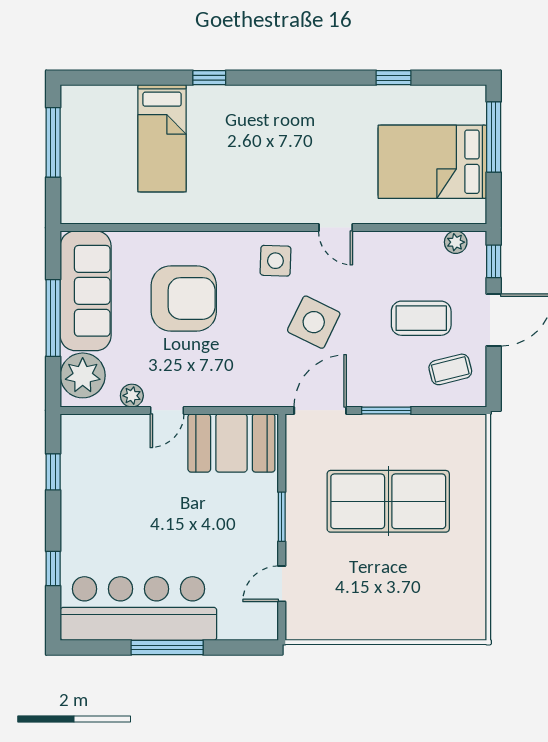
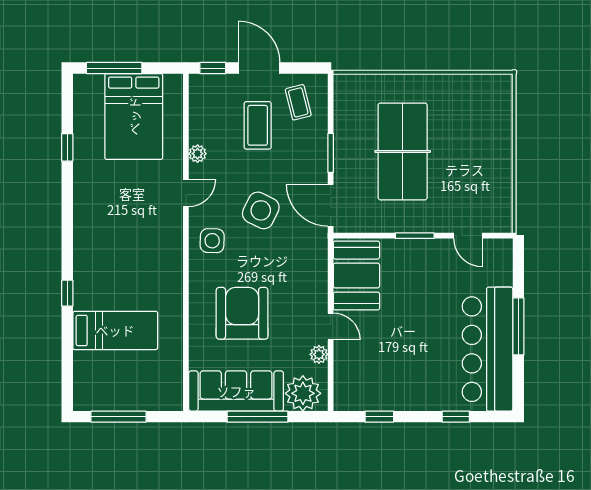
plant: (456, 242) -> (198, 154), moved

